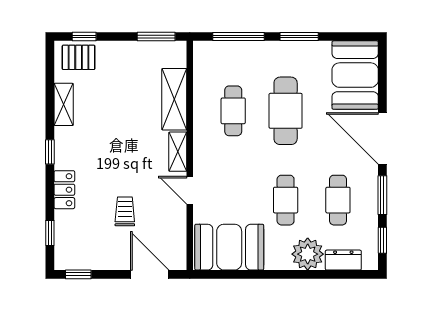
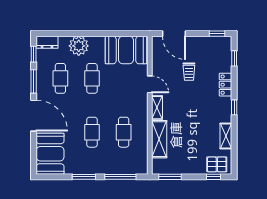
cafe table: (286, 111) -> (92, 132), width x0.73, depth x0.74
dresser: (343, 260) -> (47, 42), moved

